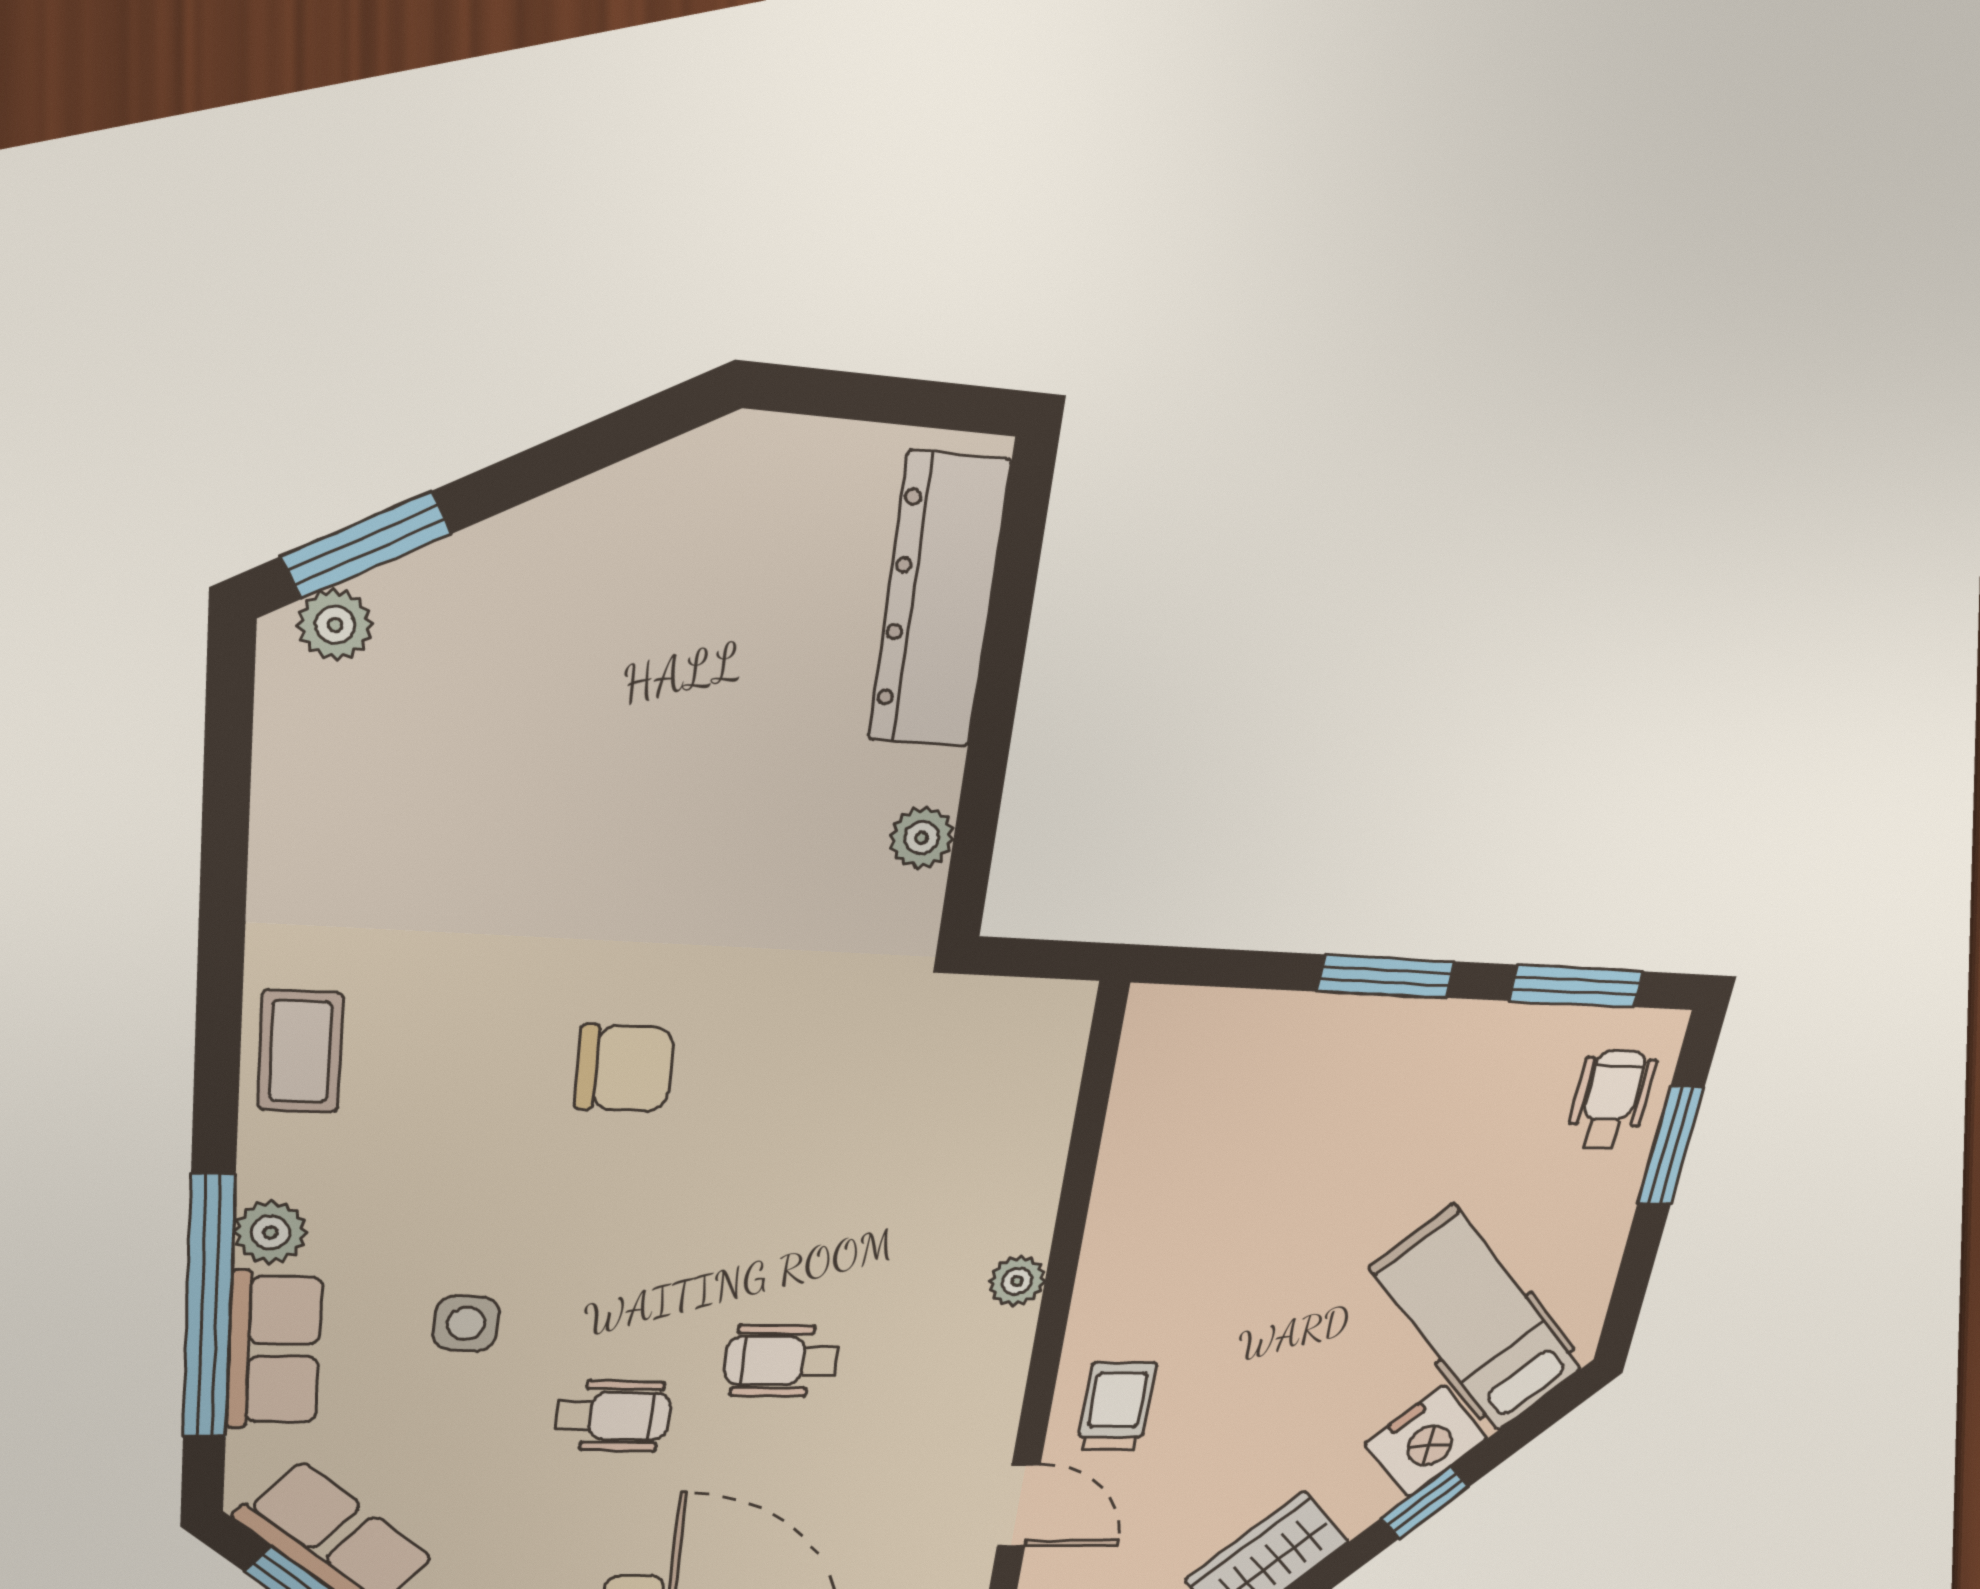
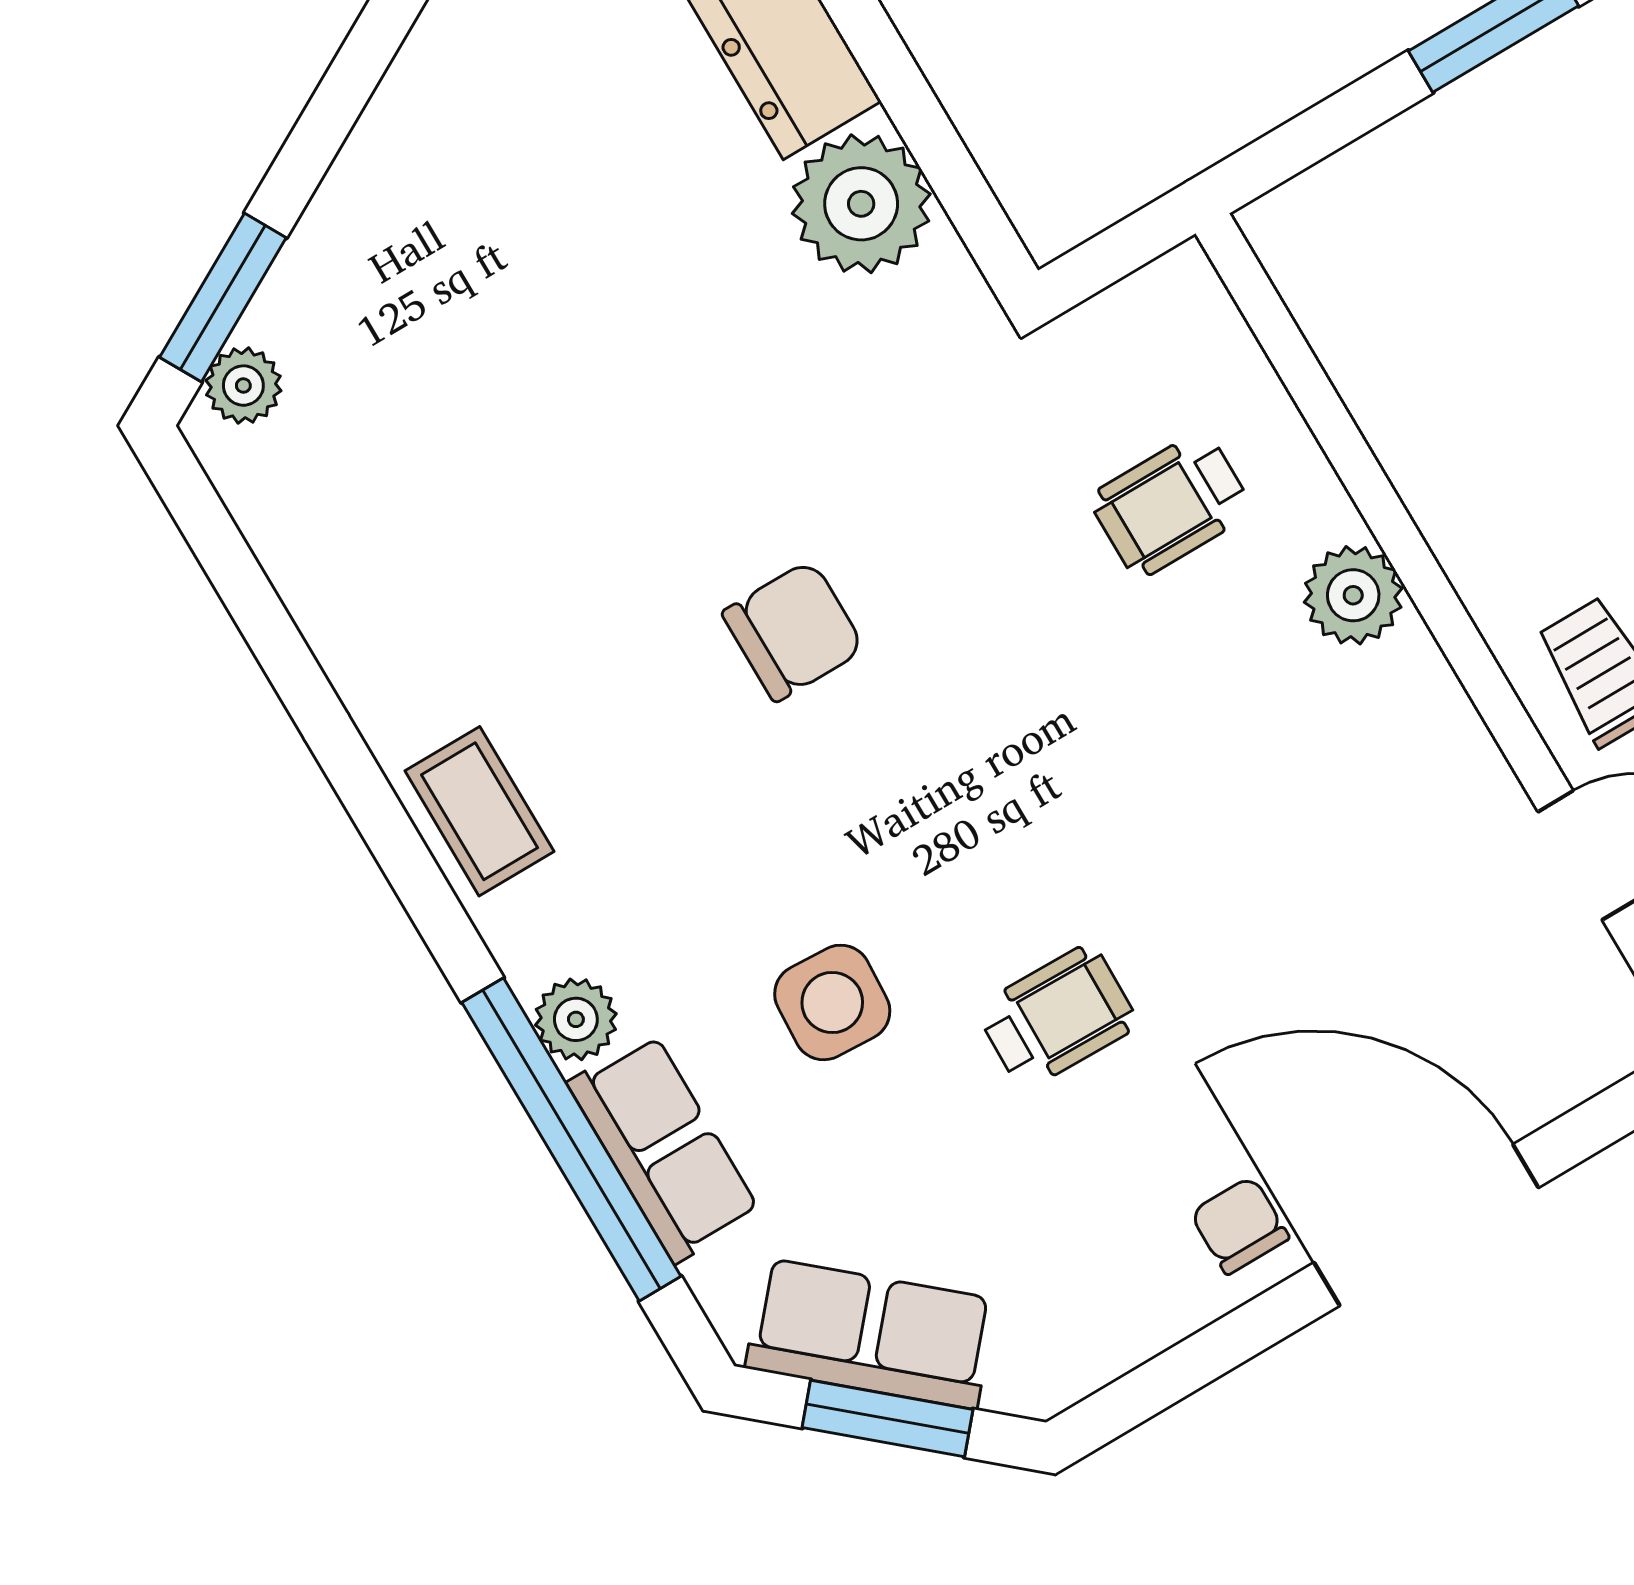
plant: (922, 838) -> (861, 204), width x1.87, depth x1.87
plant: (1017, 1281) -> (1353, 595), width x1.38, depth x1.38
side table: (466, 1323) -> (832, 1002), width x1.37, depth x1.37
wheelchair: (781, 1361) -> (1171, 504), moved

